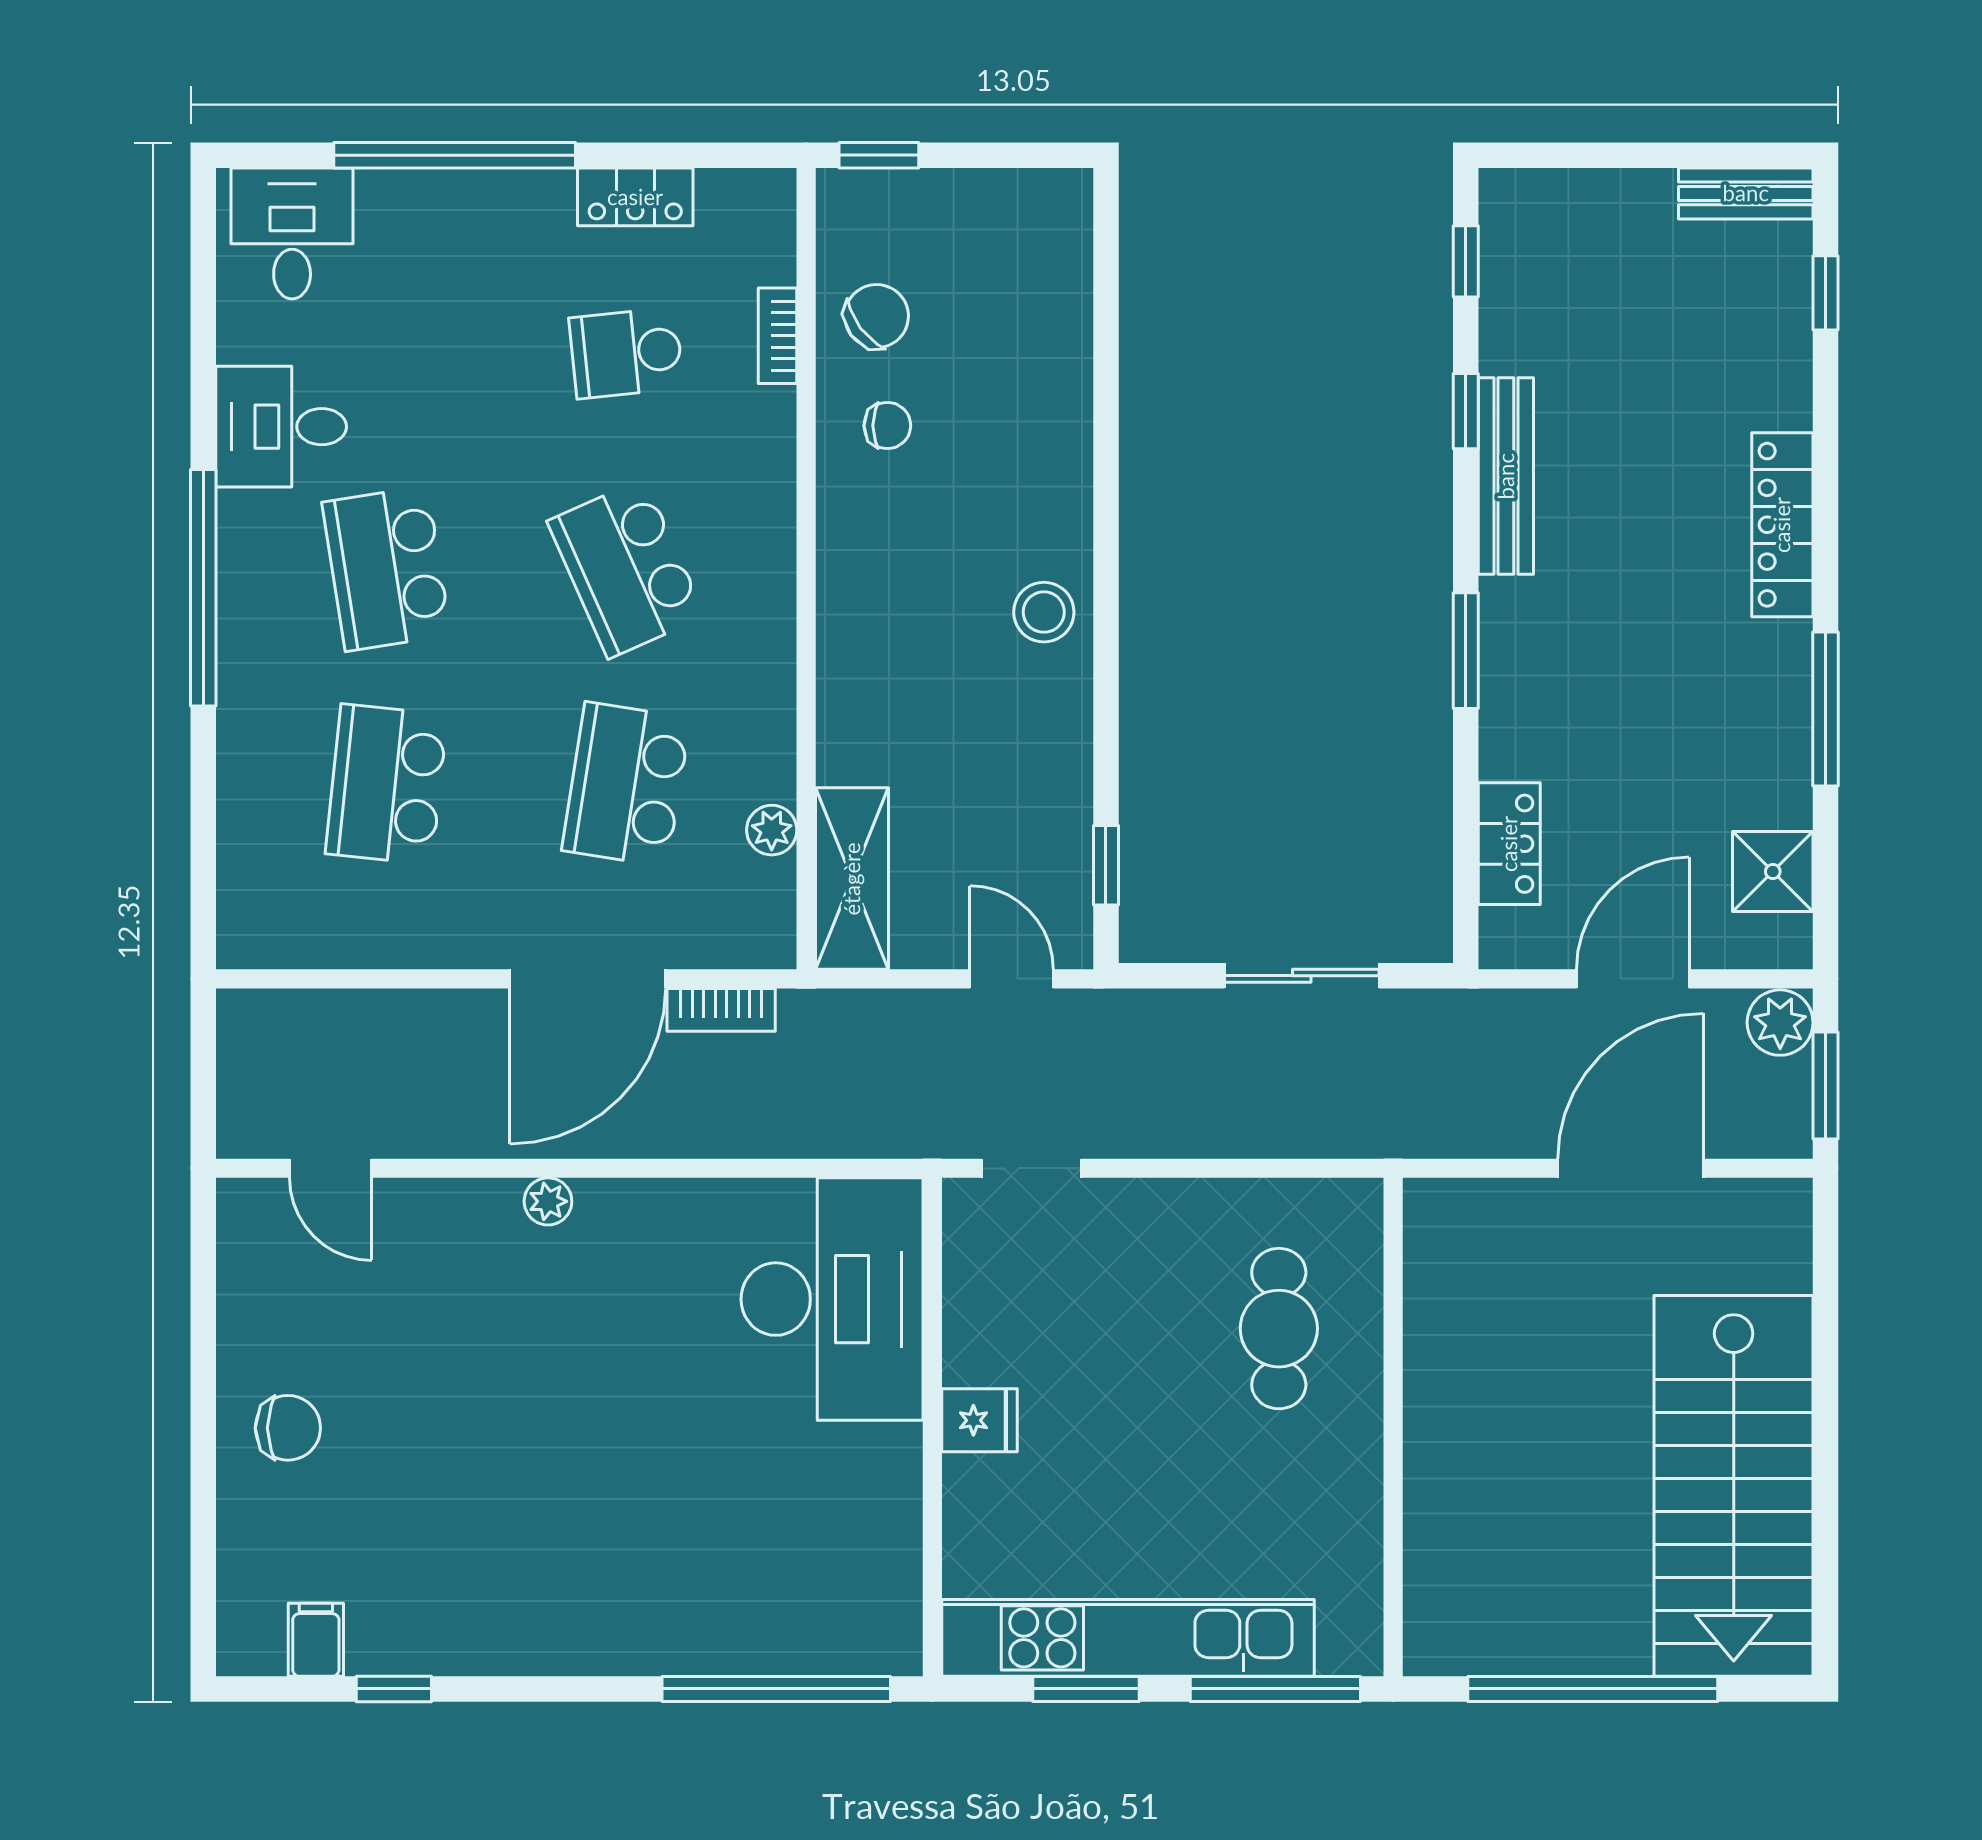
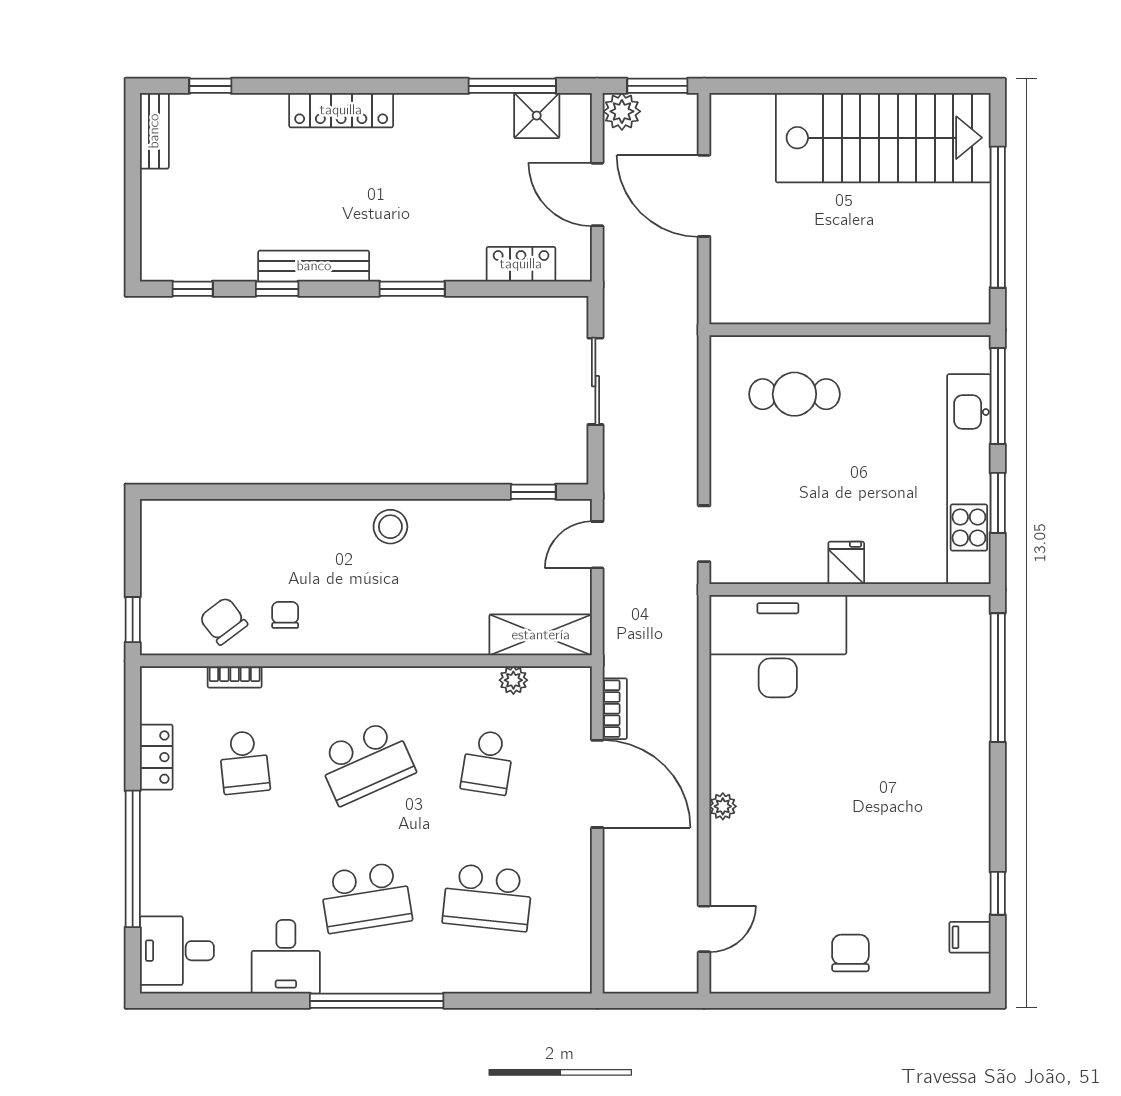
window: (1826, 709) -> (512, 86), moved
school desk: (626, 784) -> (487, 762), width x0.54

